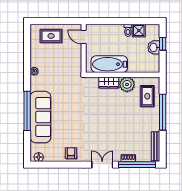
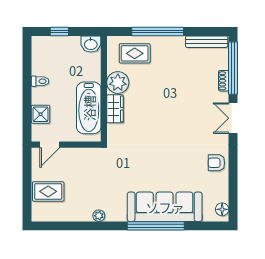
shower: (139, 31) -> (41, 114), moved
rug: (51, 36) -> (48, 191), turned 90
washbasin: (154, 47) -> (91, 44), moved

